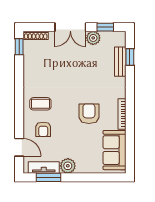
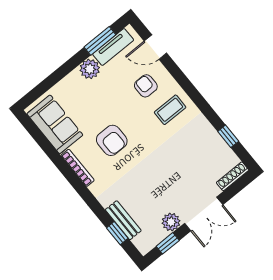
double door: (70, 27) -> (204, 214), swing flipped
window: (19, 47) -> (228, 136), moved

